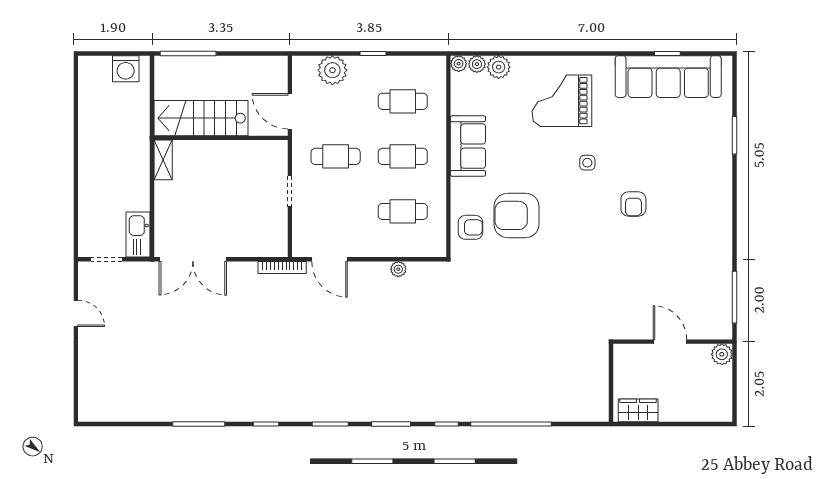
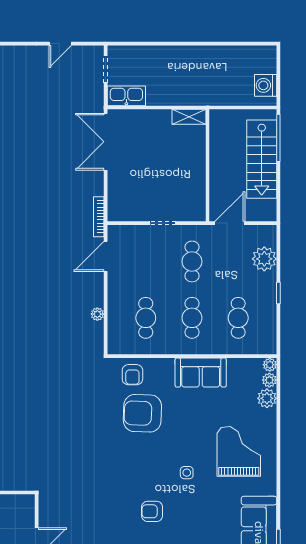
stairs: (201, 118) -> (262, 159), moved, turned 180
armchair: (517, 215) -> (142, 413), turned -88

